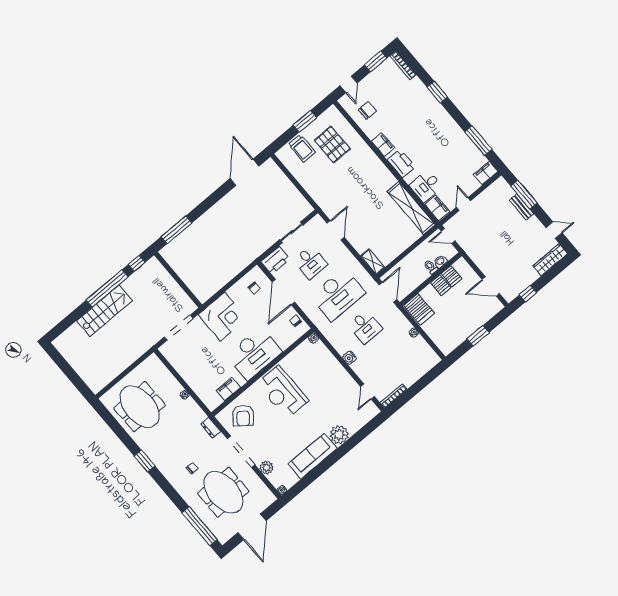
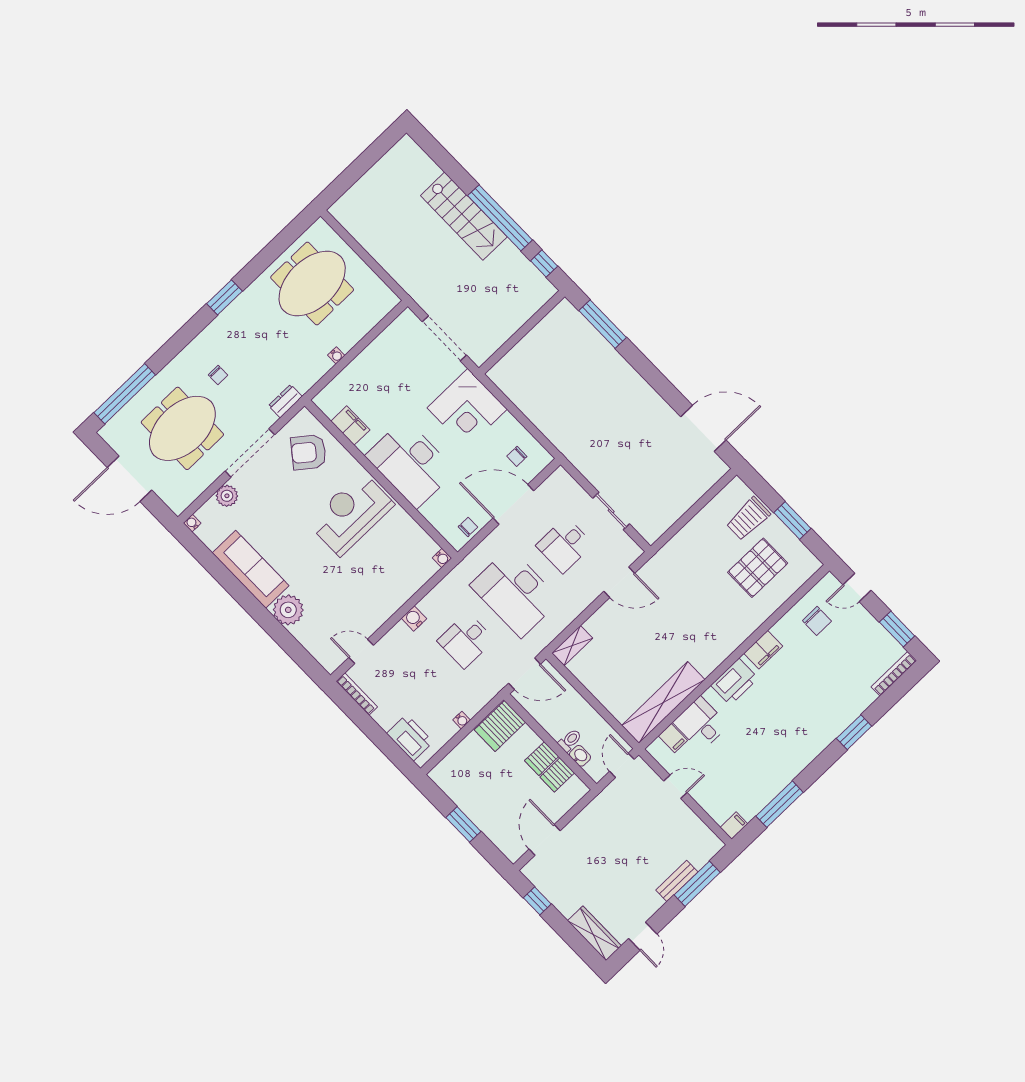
filing cabinet: (486, 173) -> (734, 826), width x0.50
filing cabinet: (437, 208) -> (673, 738), width x0.50
printer: (275, 260) -> (410, 738), moved, turned 180

